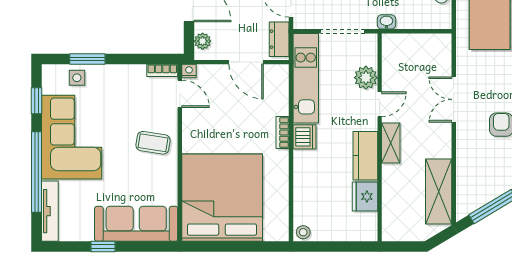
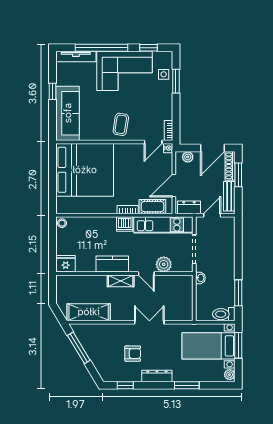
cot: (278, 95) -> (152, 207), added
fridge: (365, 197) -> (66, 264), moved

